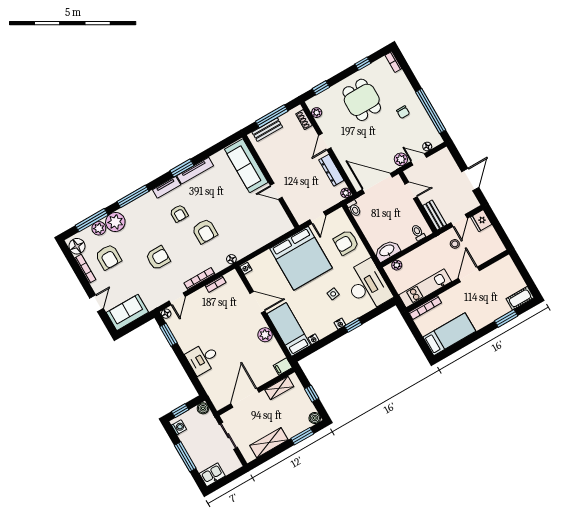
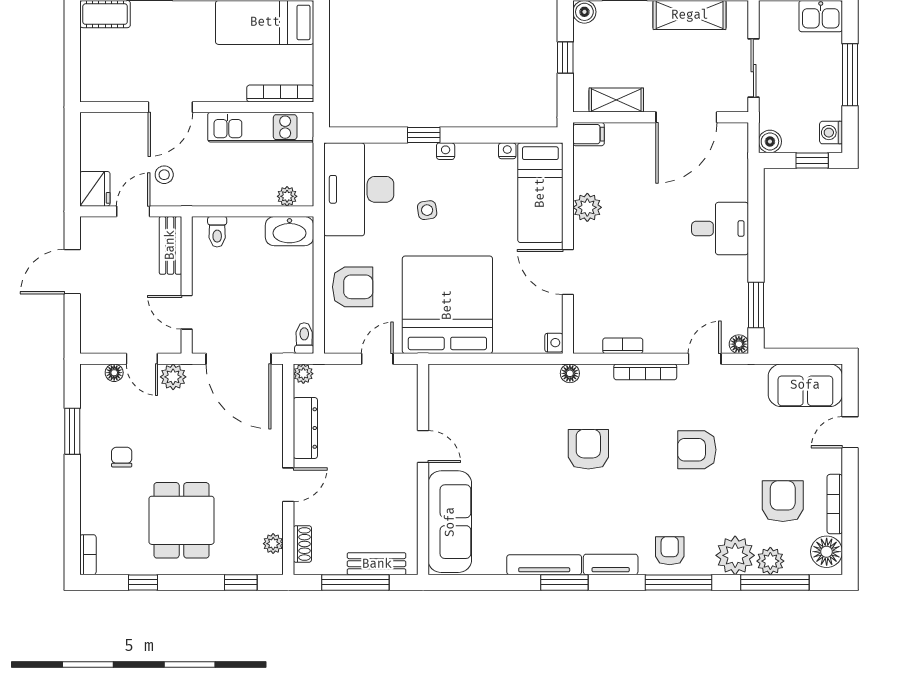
window: (431, 111) -> (72, 431), width x0.47
armchair: (179, 213) -> (670, 551), moved

